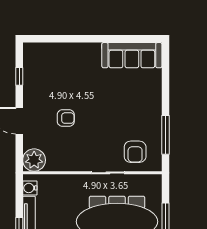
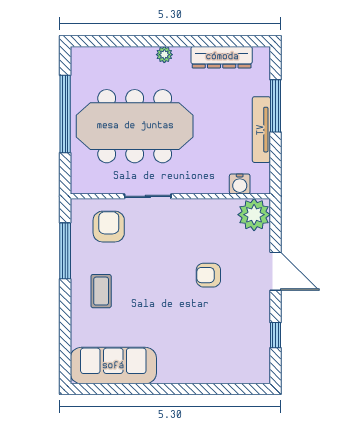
coffee table: (140, 107) -> (101, 291), added
water cooler: (30, 188) -> (240, 184), moved, turned 90

